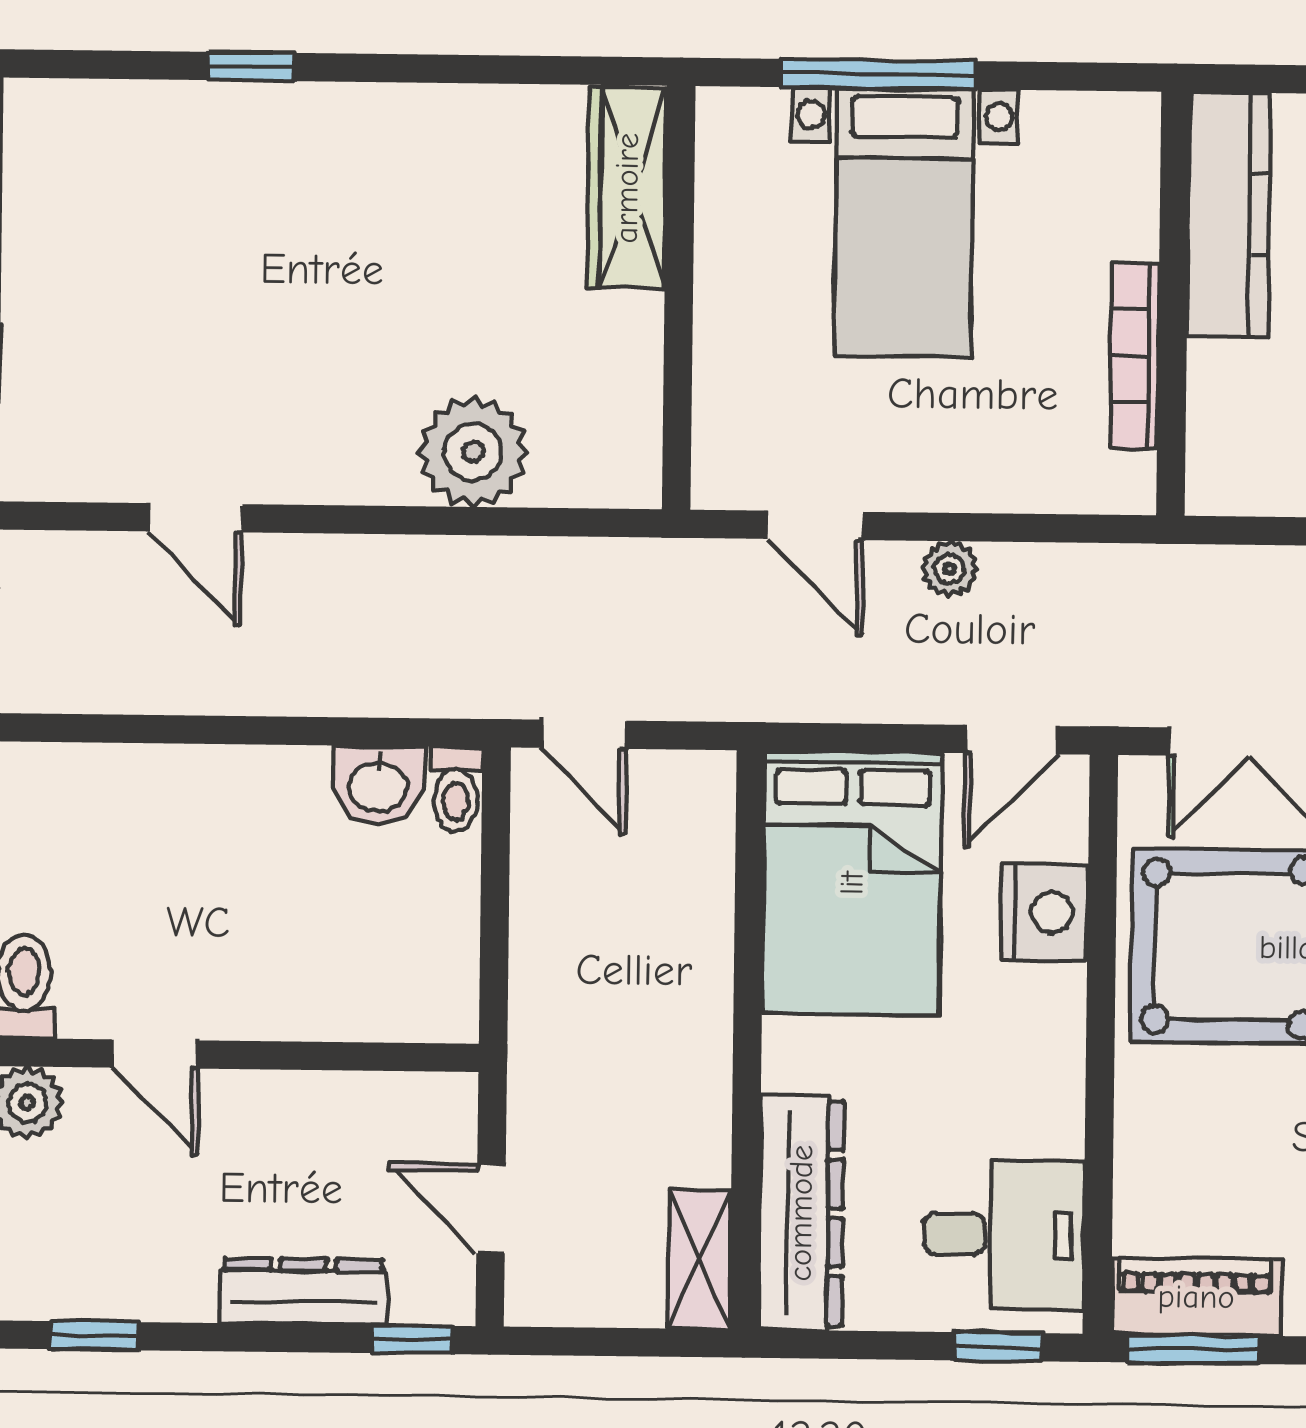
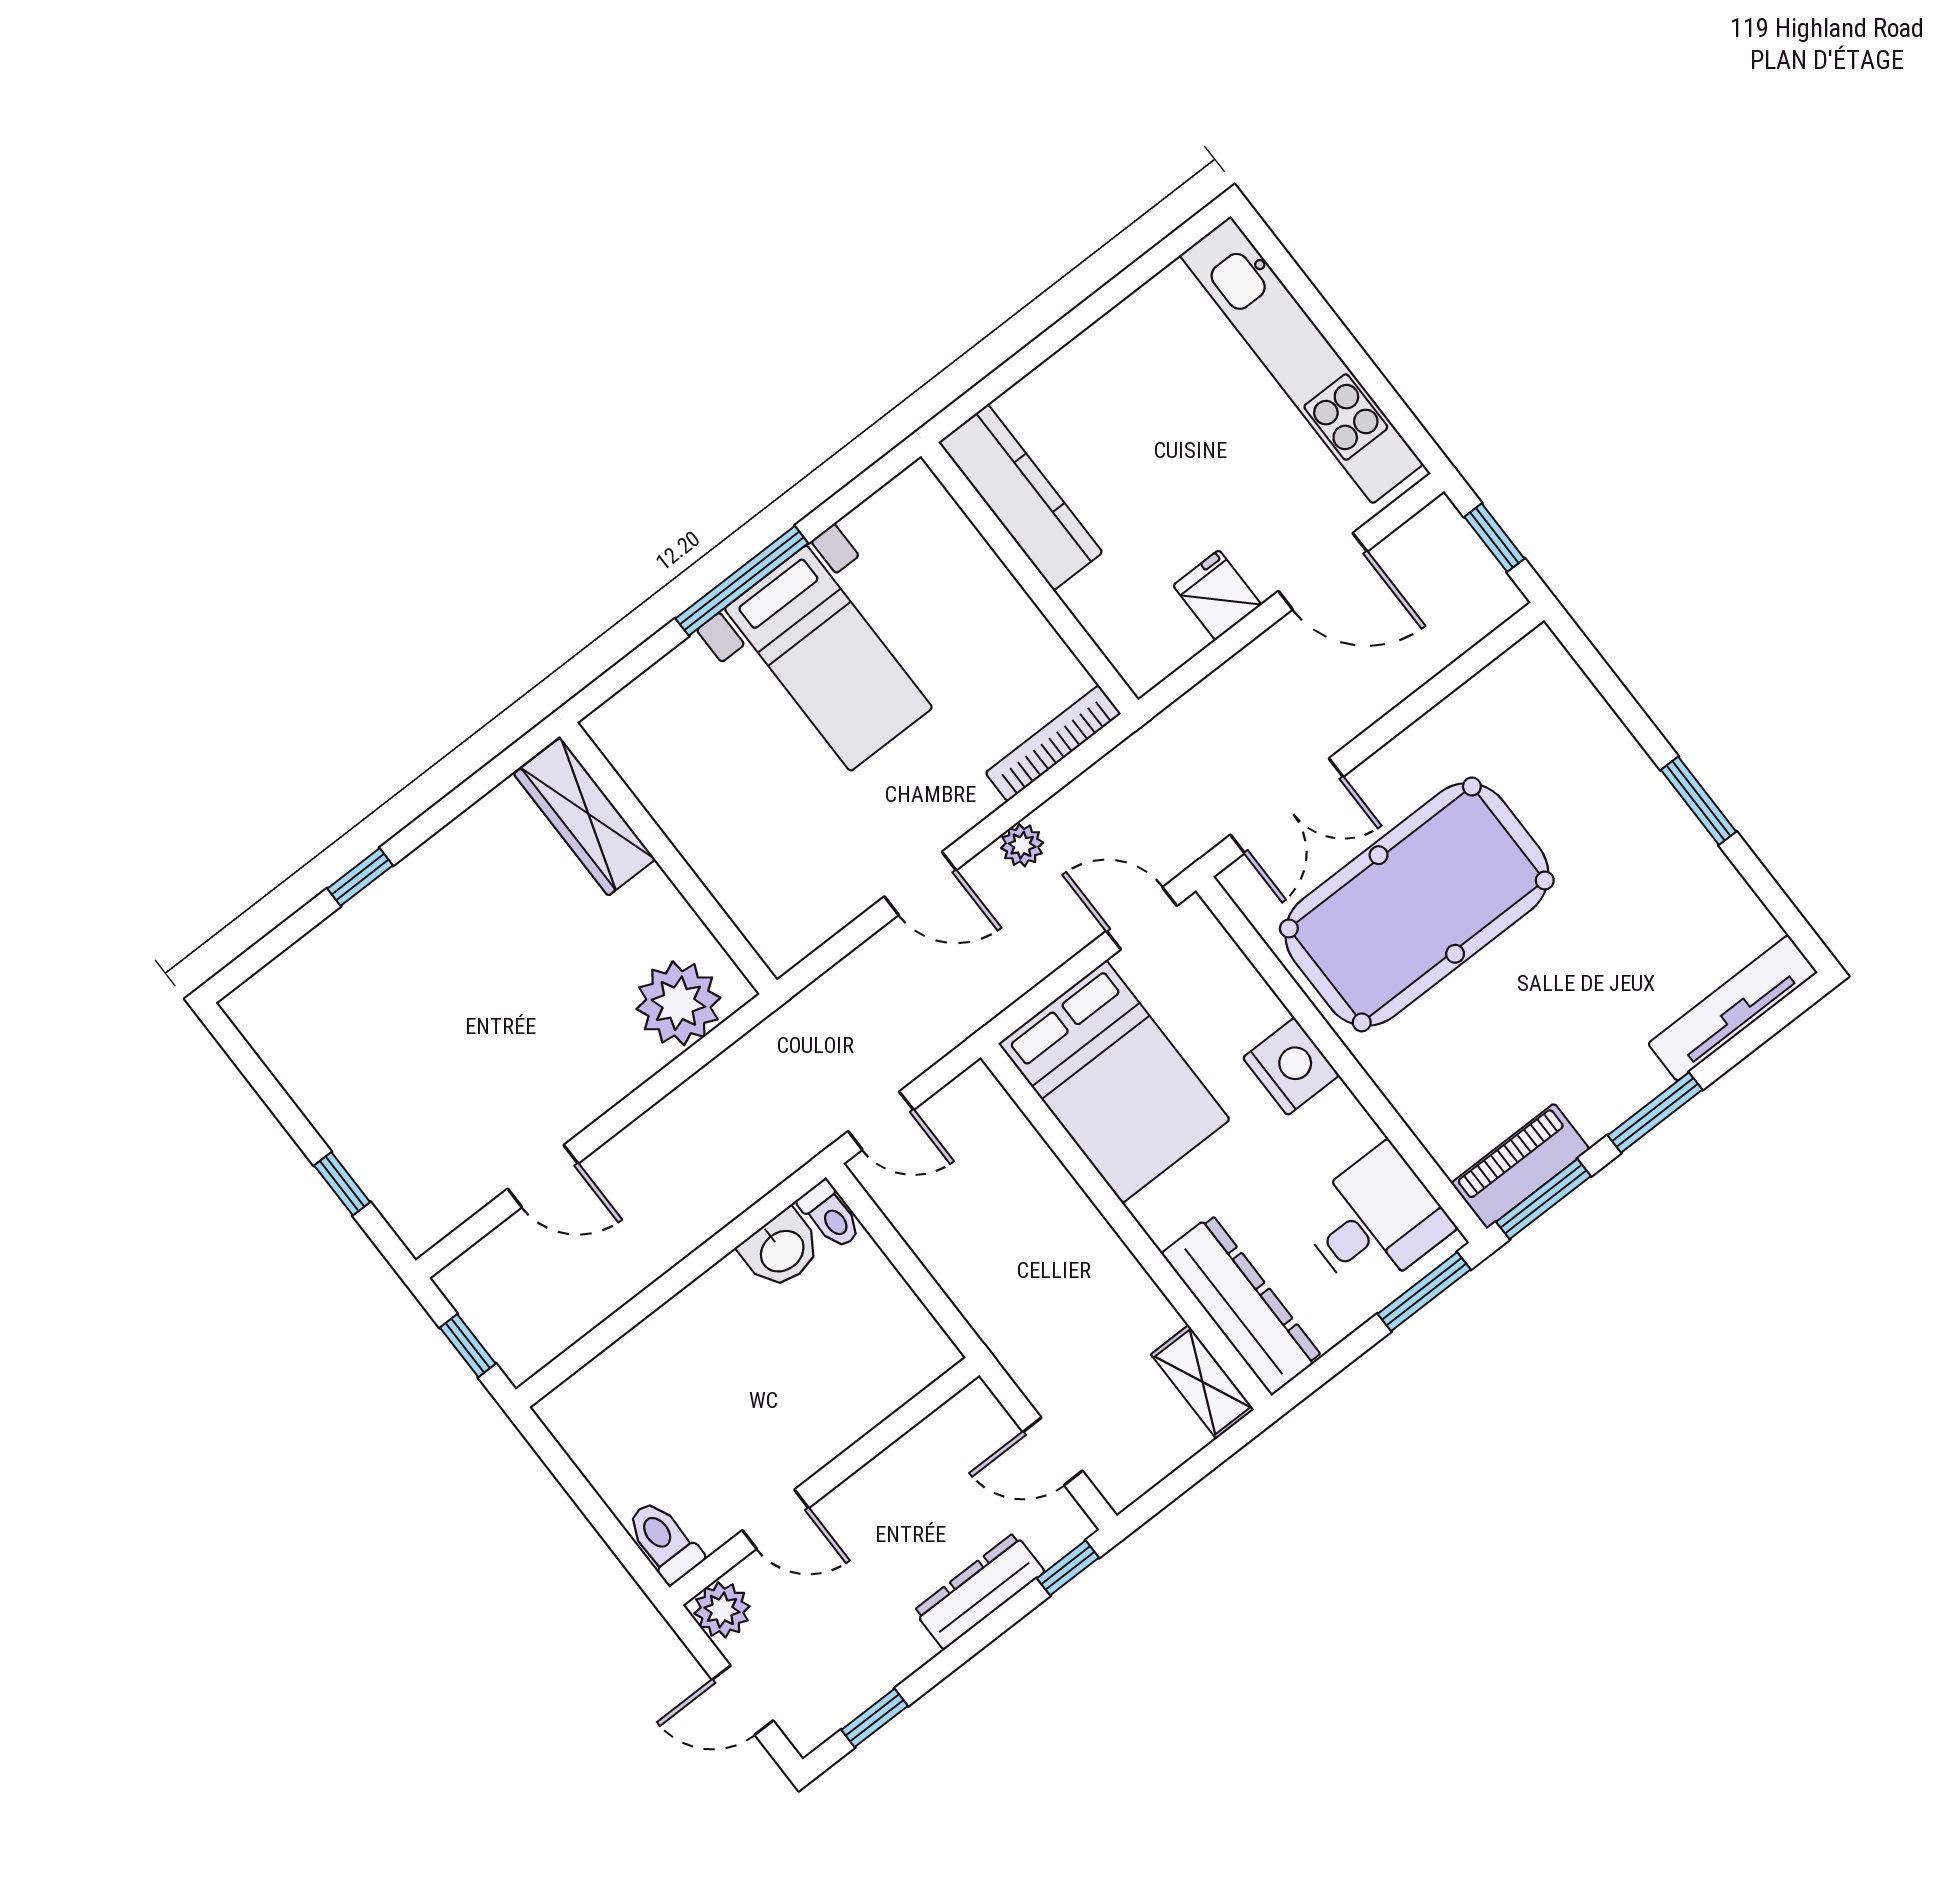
wardrobe: (627, 188) -> (584, 817), moved
wall: (679, 298) -> (668, 858), moved
bookcase: (1134, 356) -> (1053, 743), moved, turned 90
door: (1012, 740) -> (1142, 918), swing flipped
nightstand: (1045, 913) -> (1291, 1066), moved
window: (997, 1347) -> (1424, 1292), width x1.50

